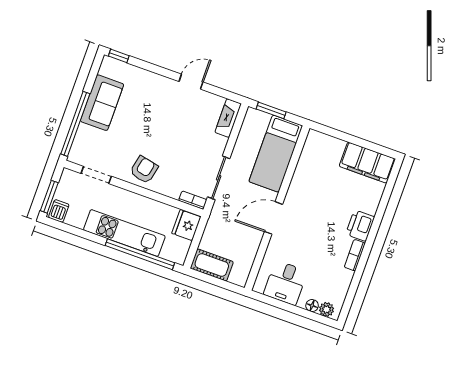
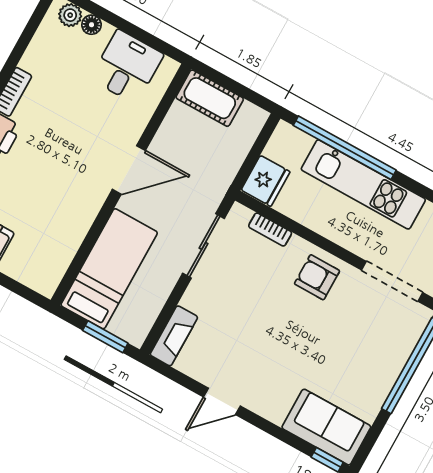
sofa: (102, 103) -> (326, 427), moved, turned 90
armchair: (144, 170) -> (317, 277), turned 78
doorway: (96, 175) -> (392, 281), width x1.38
bookcase: (193, 200) -> (270, 230), moved
cot: (212, 265) -> (210, 98), moved

